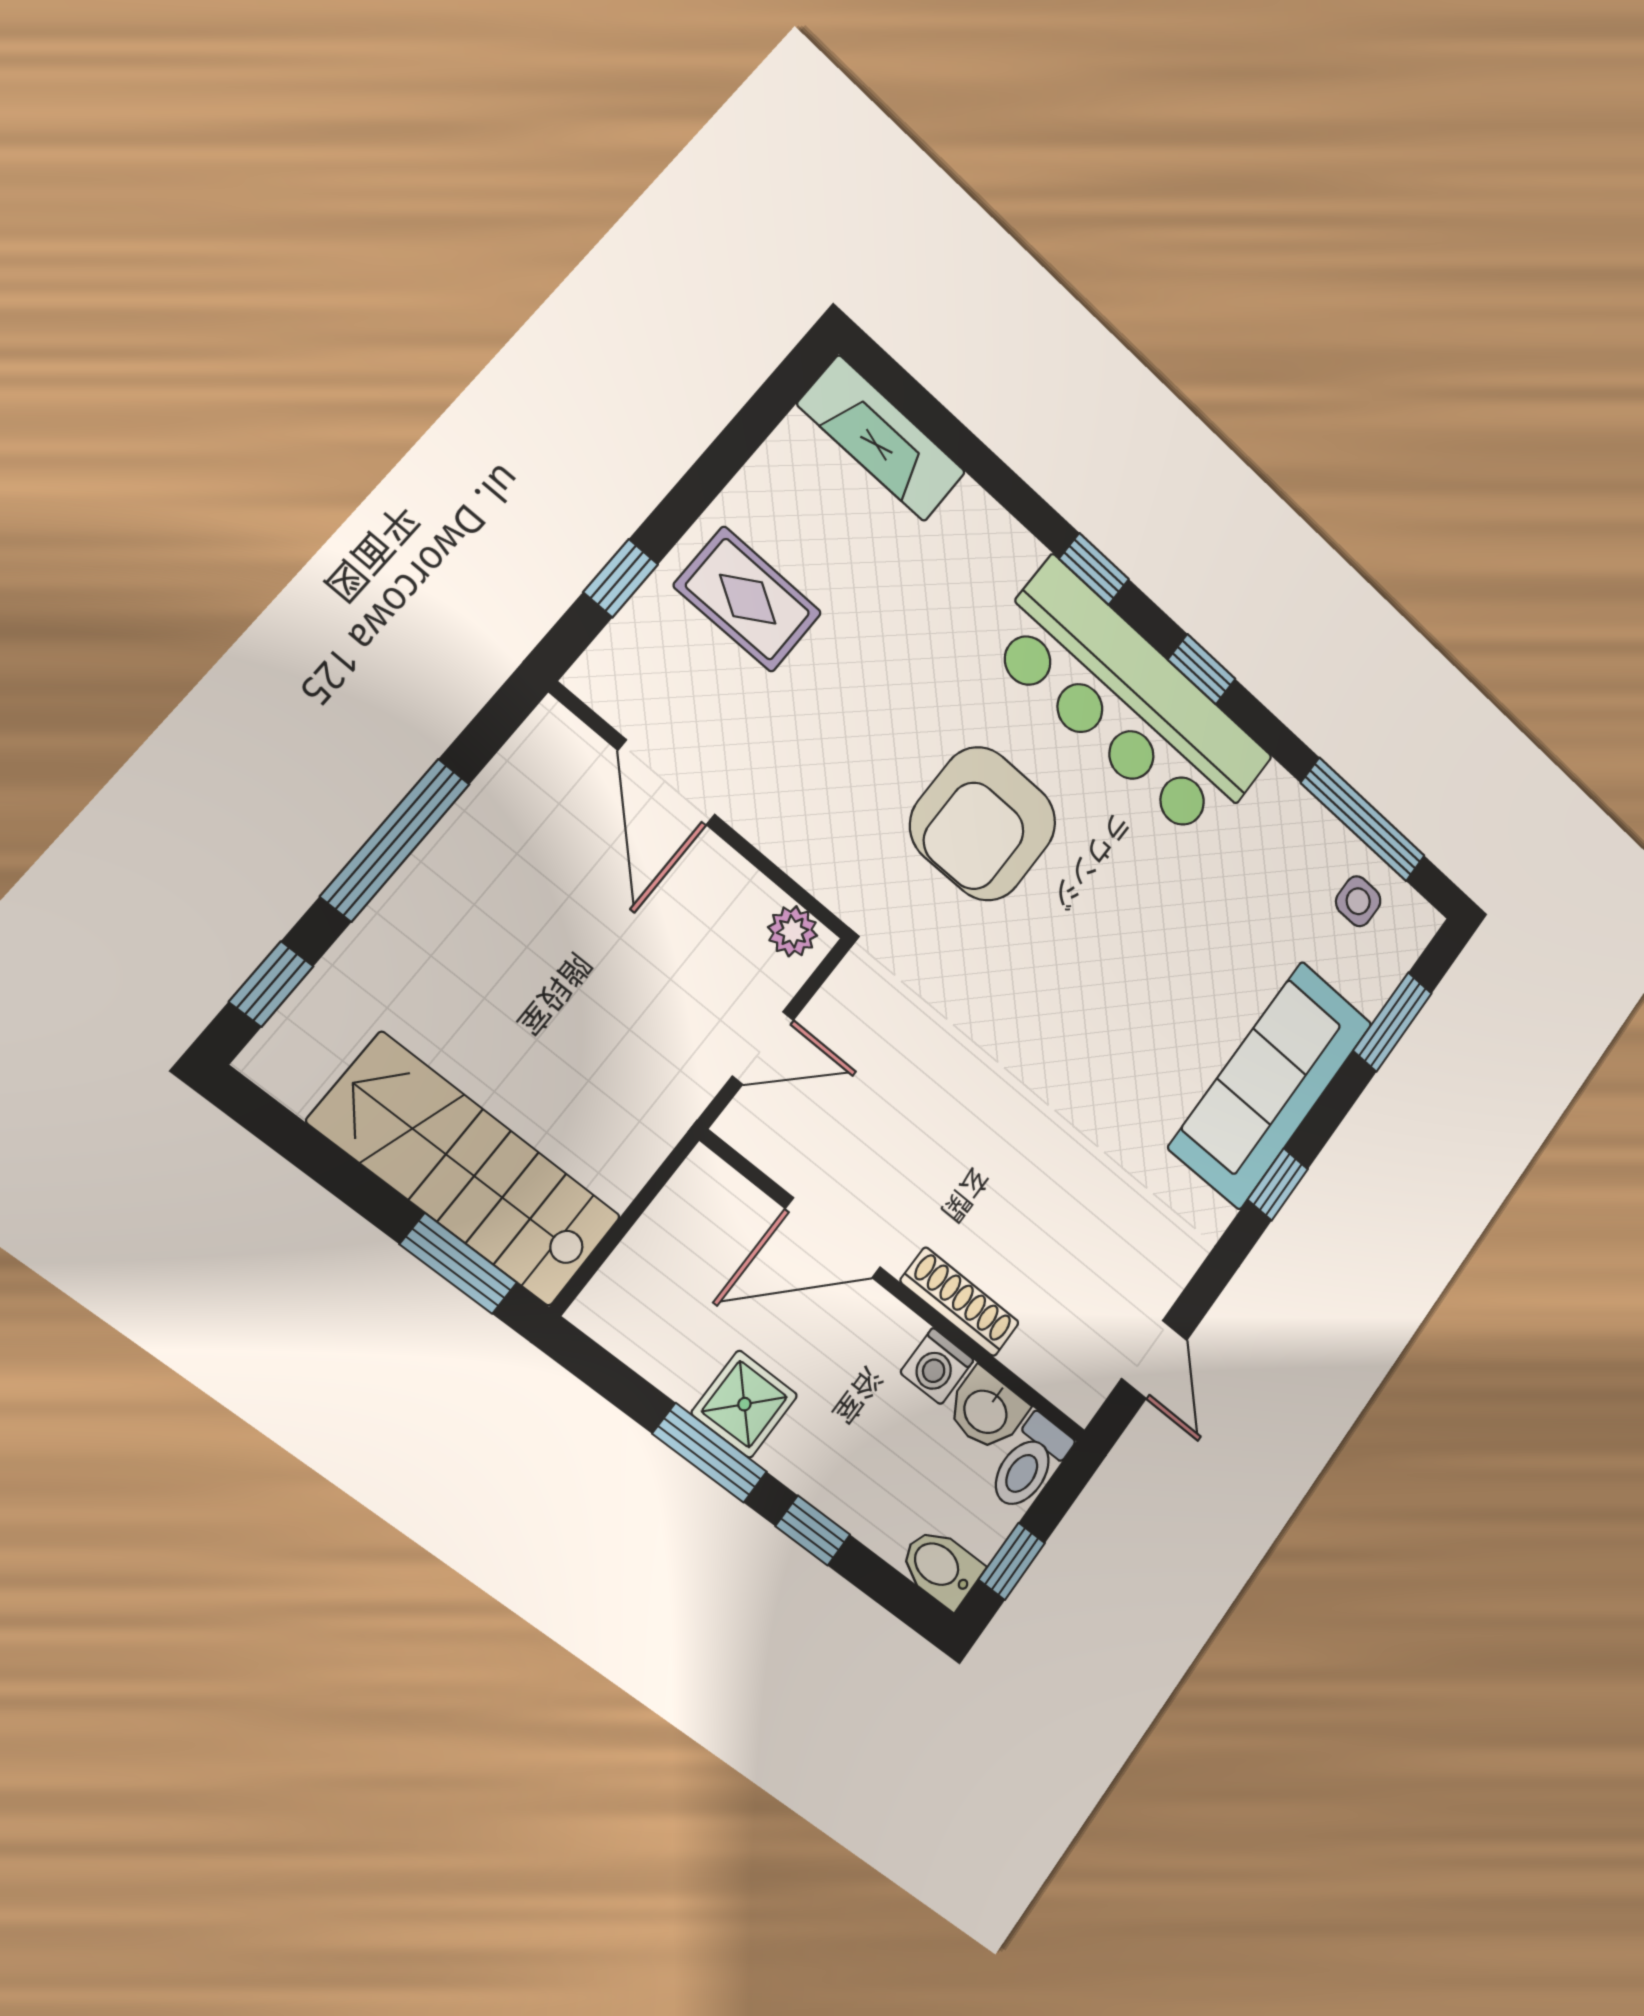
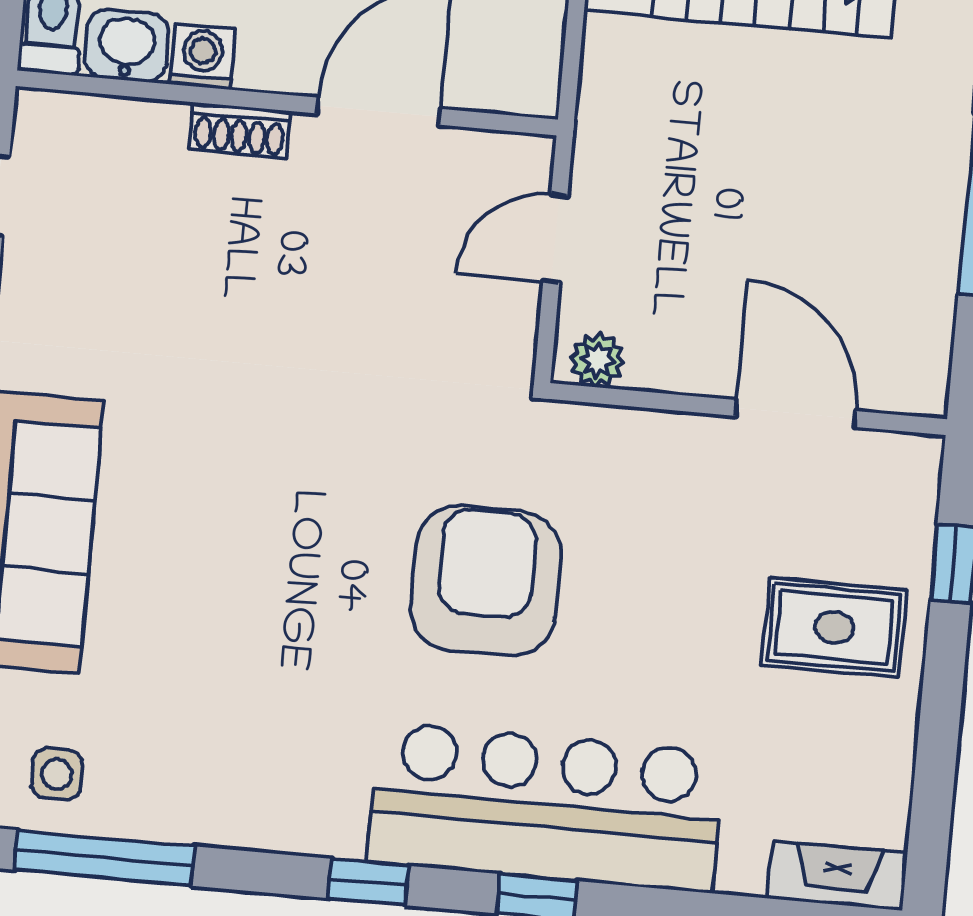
fireplace: (882, 438) -> (837, 876), width x0.73, depth x0.76
bar counter: (1128, 703) -> (546, 807), moved
shoe rack: (960, 1302) -> (240, 130), width x0.70

